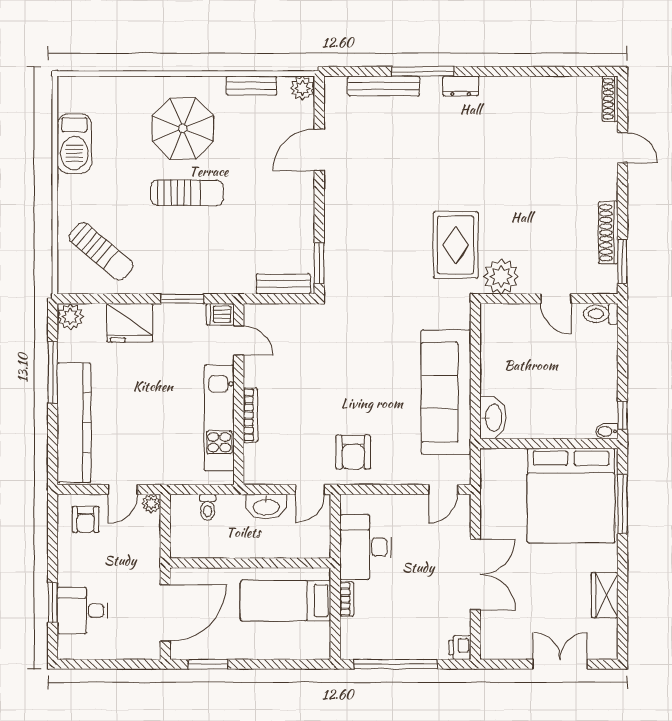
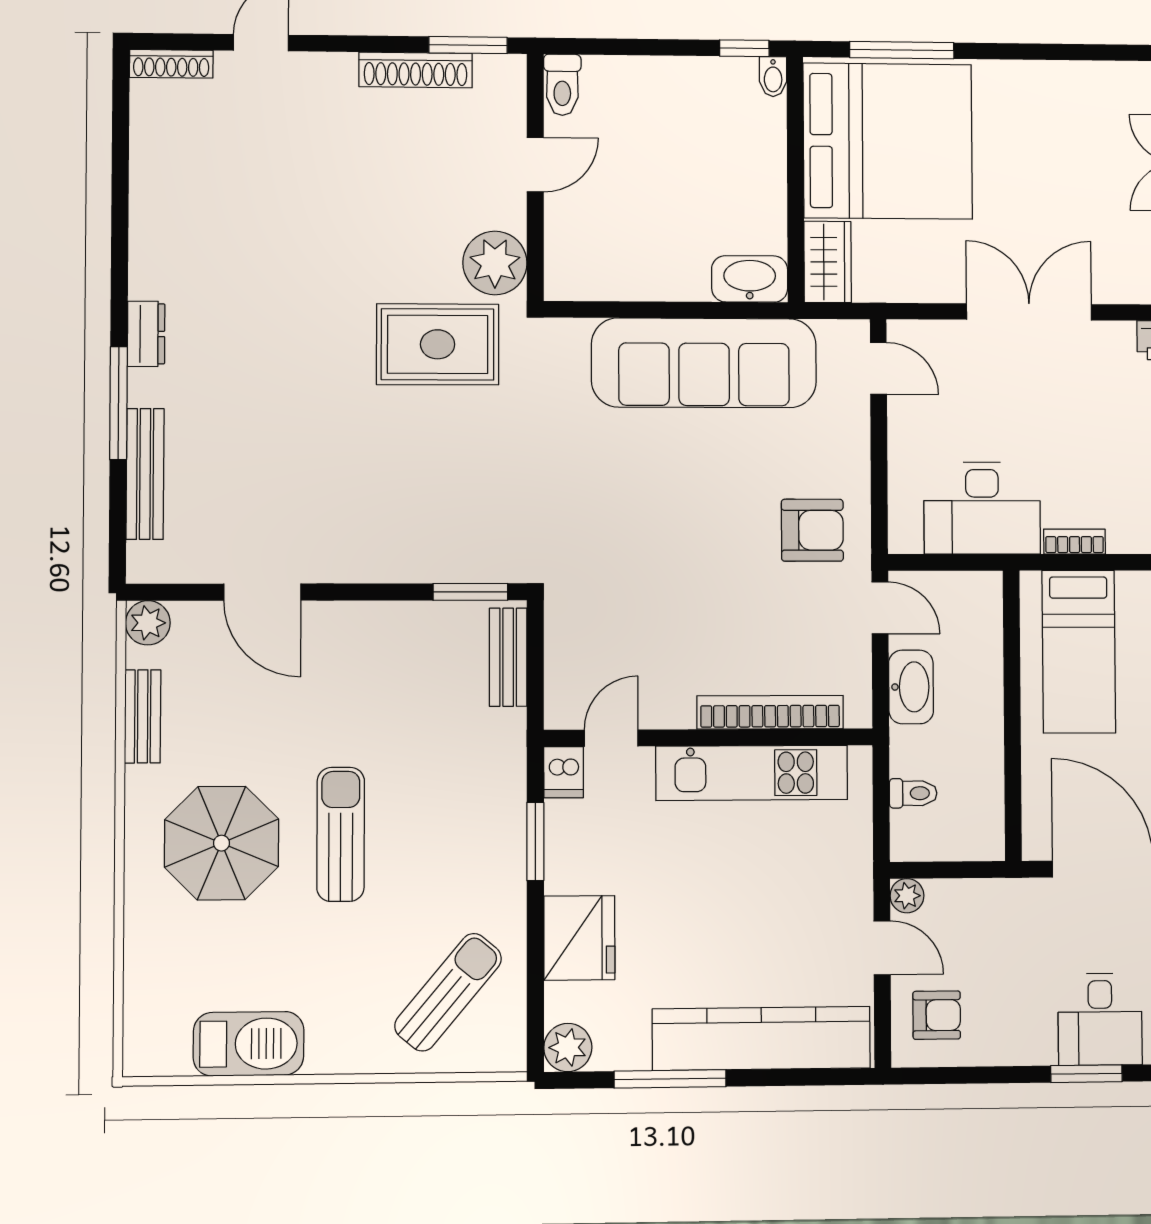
bookcase: (250, 415) -> (770, 712), width x1.48, depth x1.31
wardrobe: (605, 595) -> (828, 262), moved, turned -90

